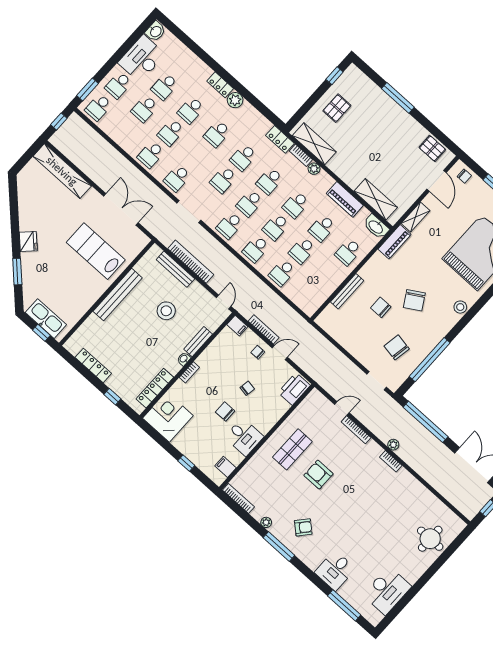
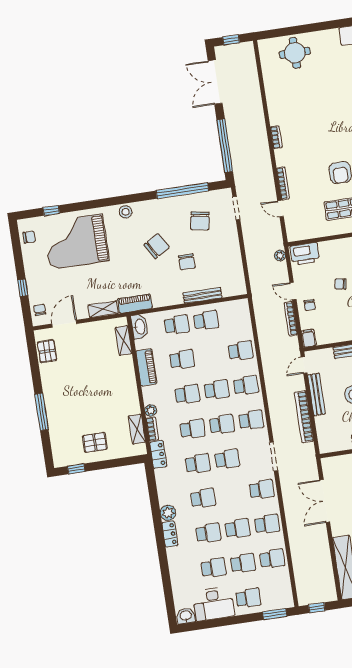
school desk: (98, 107) -> (272, 559), moved
shelving: (314, 144) -> (137, 429), width x0.67, depth x0.75
shelving: (376, 199) -> (124, 341), width x0.67, depth x0.75
school desk: (302, 251) -> (206, 320), moved
bench: (175, 269) -> (317, 394), moved
plant: (393, 445) -> (280, 256), moved

